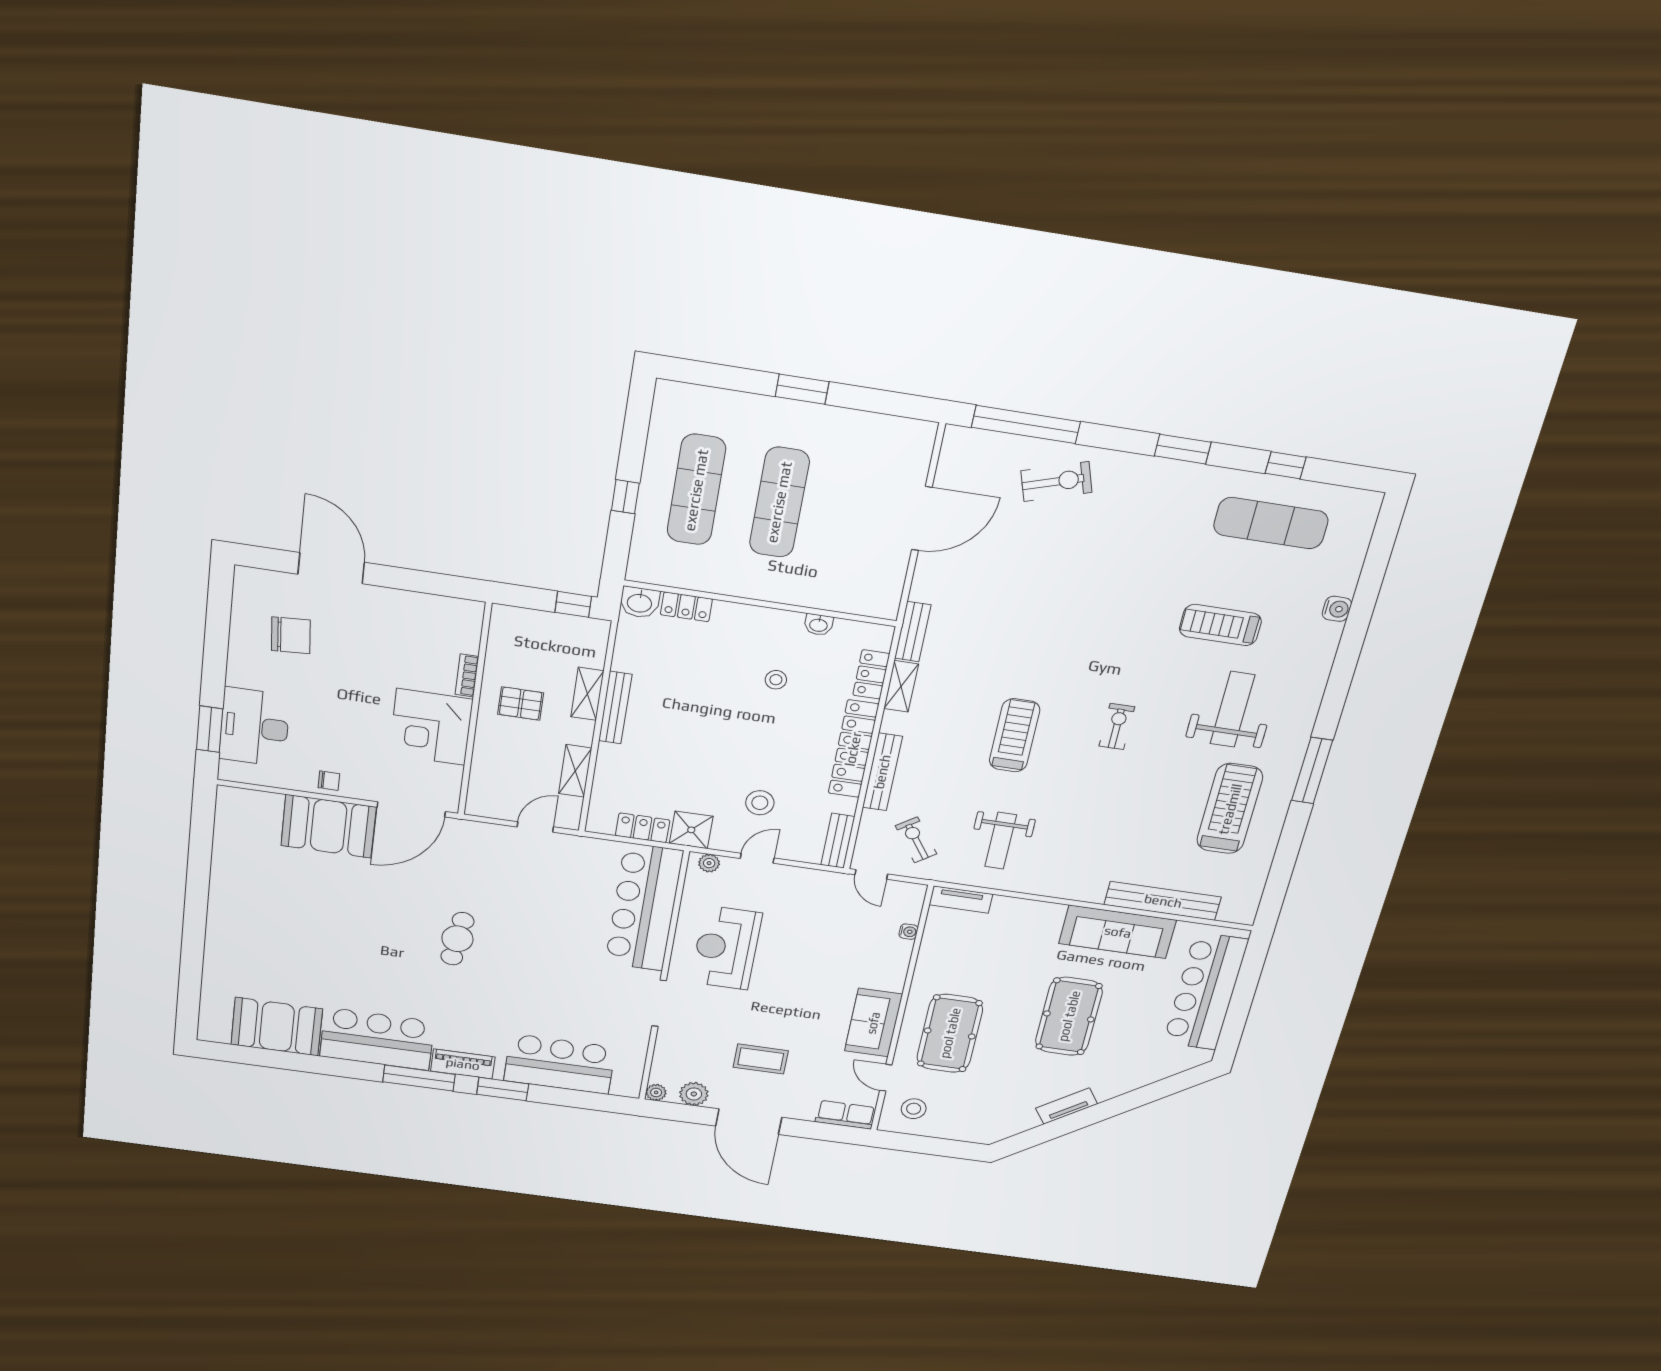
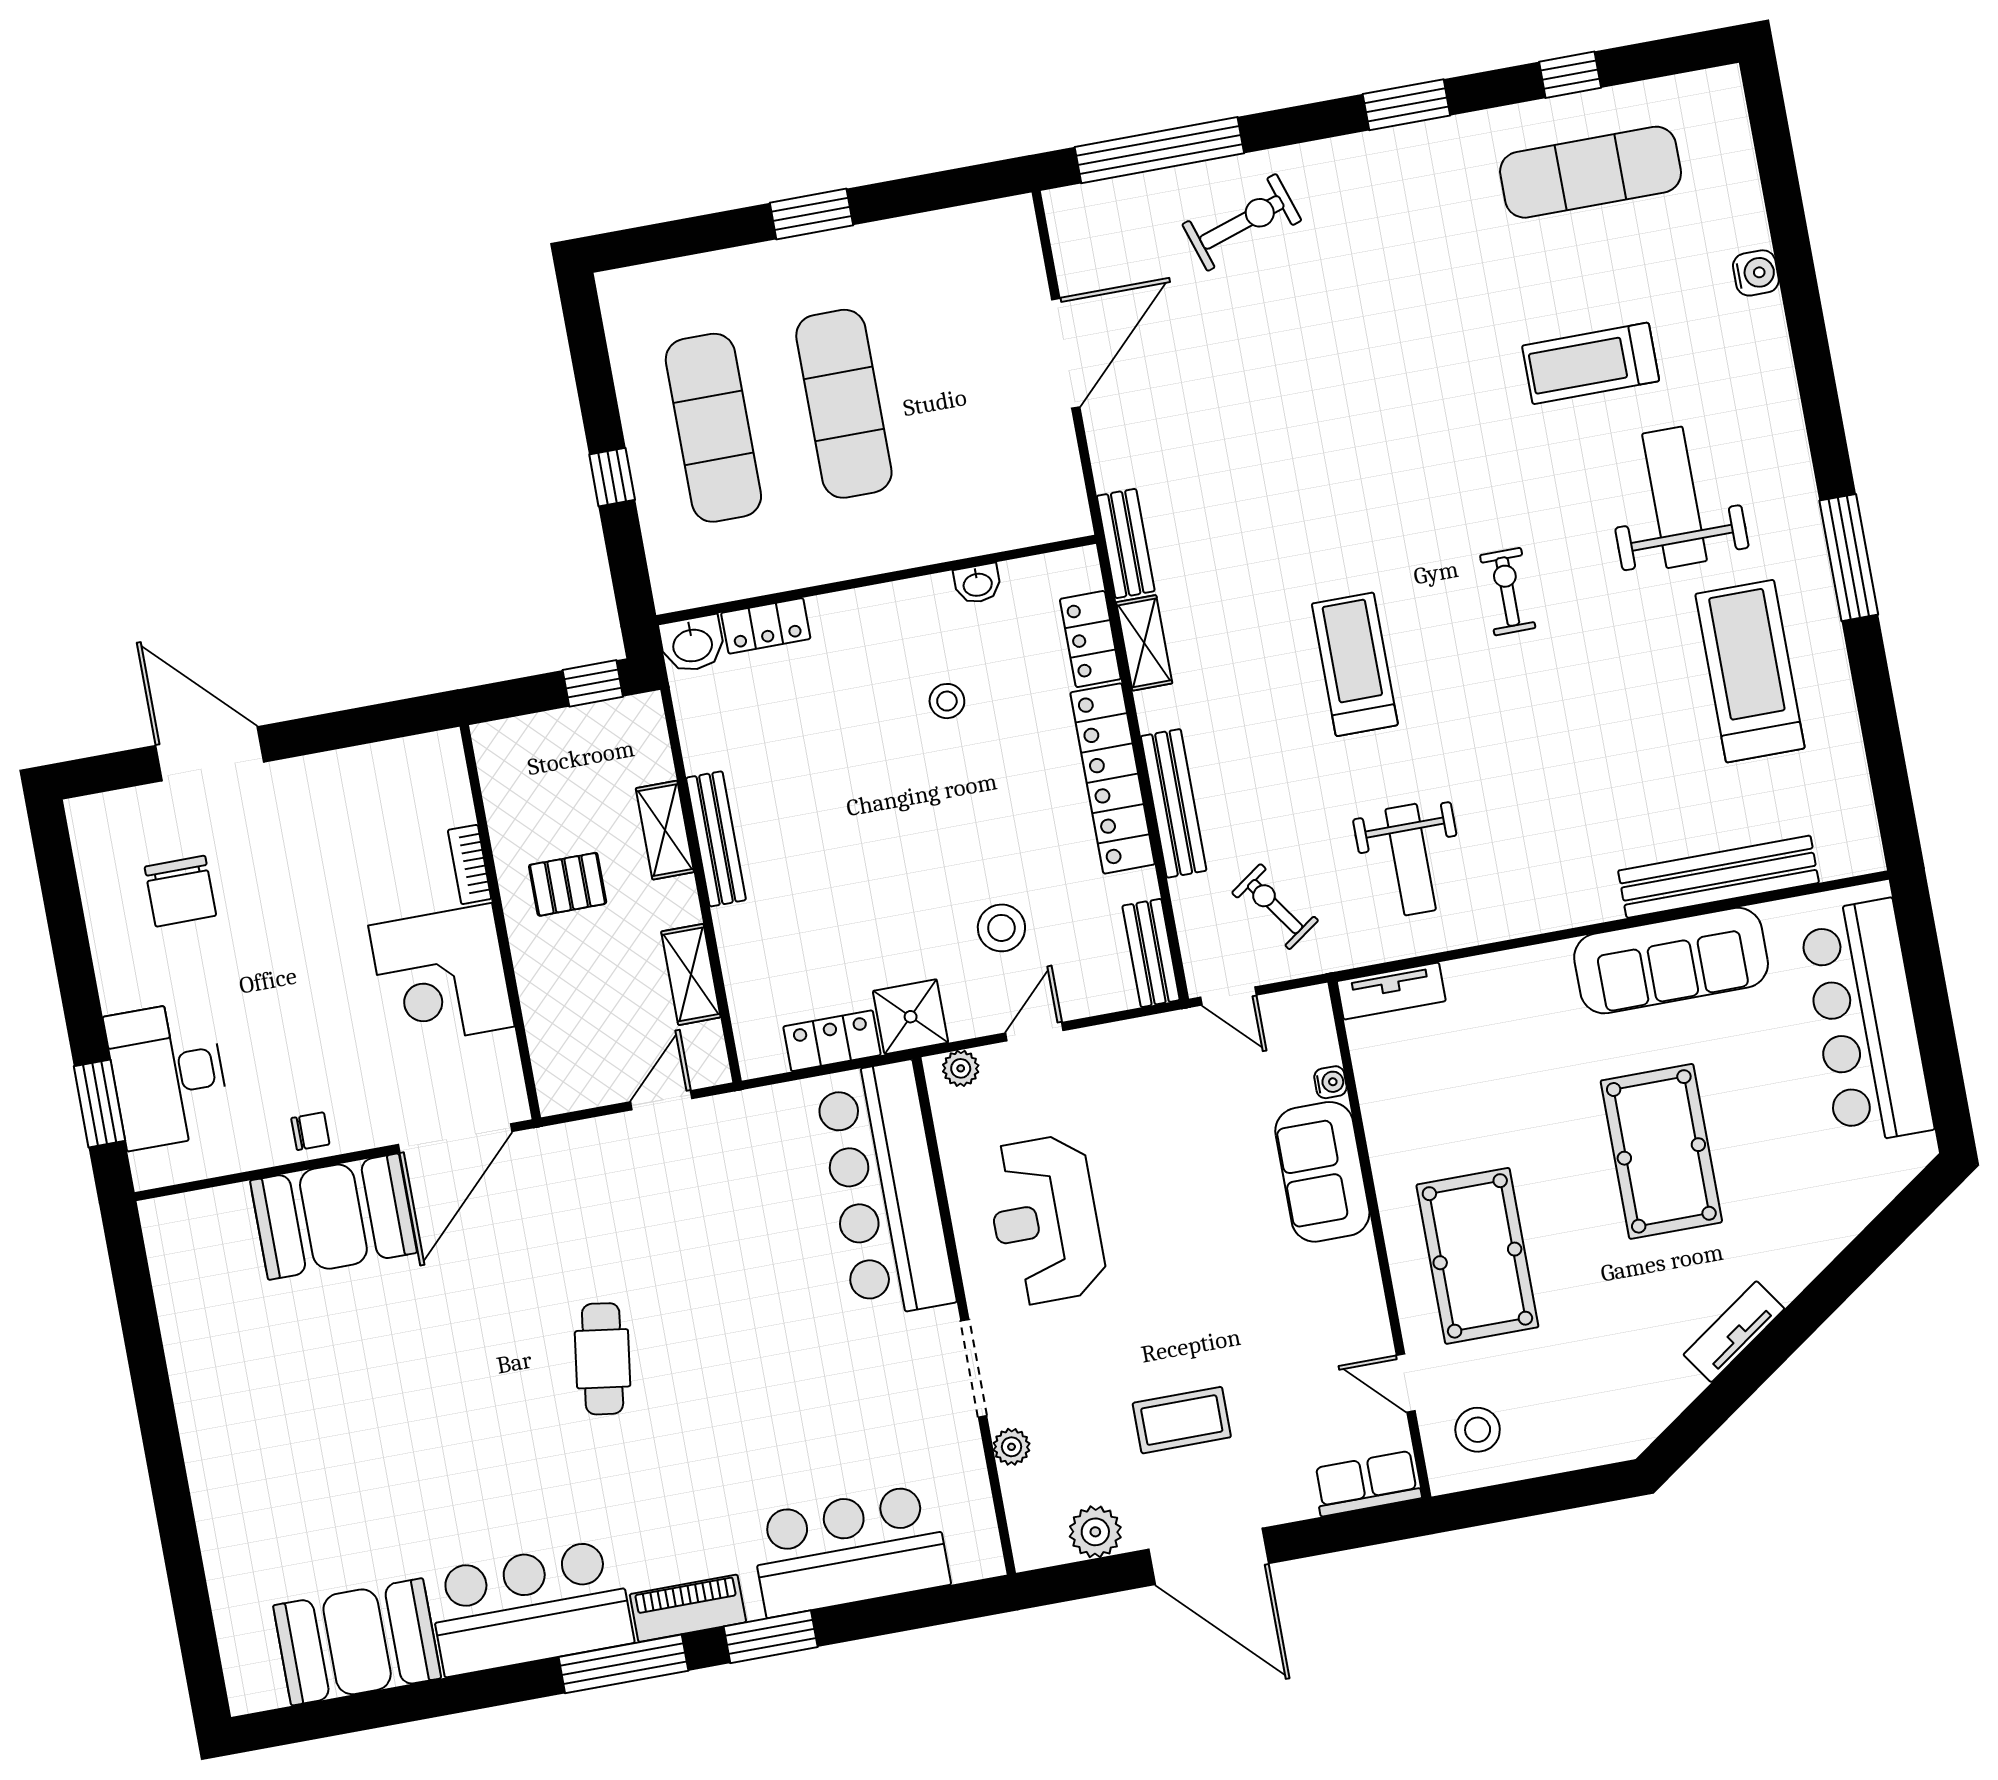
chair: (291, 635) -> (180, 891), turned 94
sofa: (873, 1023) -> (1322, 1172), moved
plant: (656, 1092) -> (1012, 1447), moved

